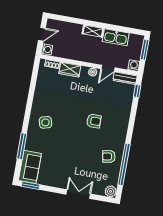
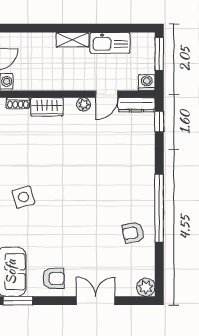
armchair: (94, 121) -> (54, 278), moved
window: (124, 164) -> (159, 208), moved

